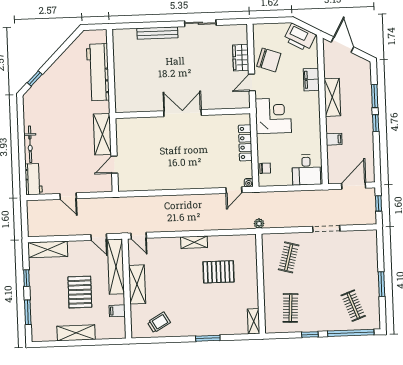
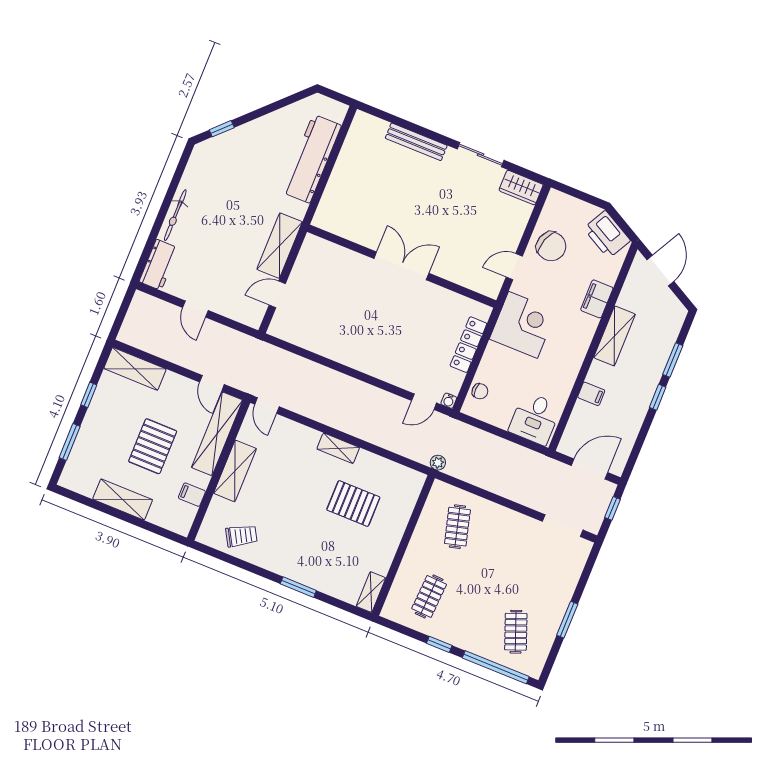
wardrobe: (241, 58) -> (521, 188), moved, turned -90
doorway: (326, 229) -> (563, 526), moved
clothes rail: (289, 257) -> (457, 527), turned -30

